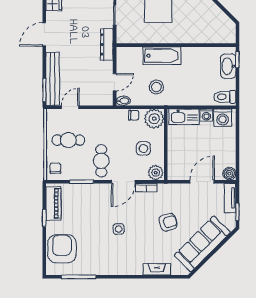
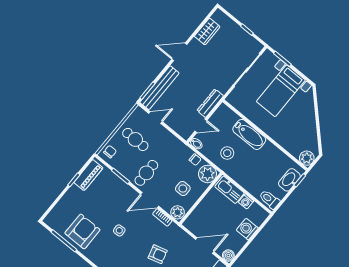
plant: (228, 35) -> (307, 158), added
dresser: (107, 45) -> (210, 103), moved
washing machine: (223, 118) -> (247, 229), moved, turned 90
armchair: (62, 249) -> (82, 231), moved

